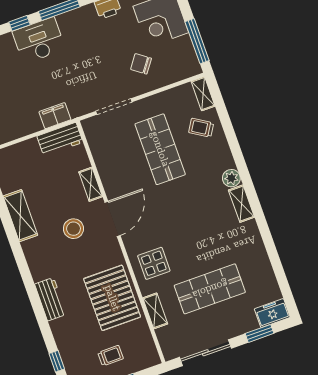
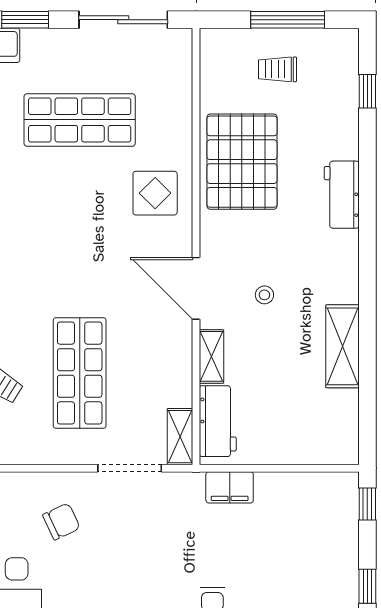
chair: (141, 64) -> (61, 521), turned -61
workbench: (60, 139) -> (218, 421), moved, turned 90
door: (112, 219) -> (196, 288), hinge flipped
stool: (73, 229) -> (264, 295), width x0.53, depth x0.53
shelving: (155, 311) -> (180, 437), moved

